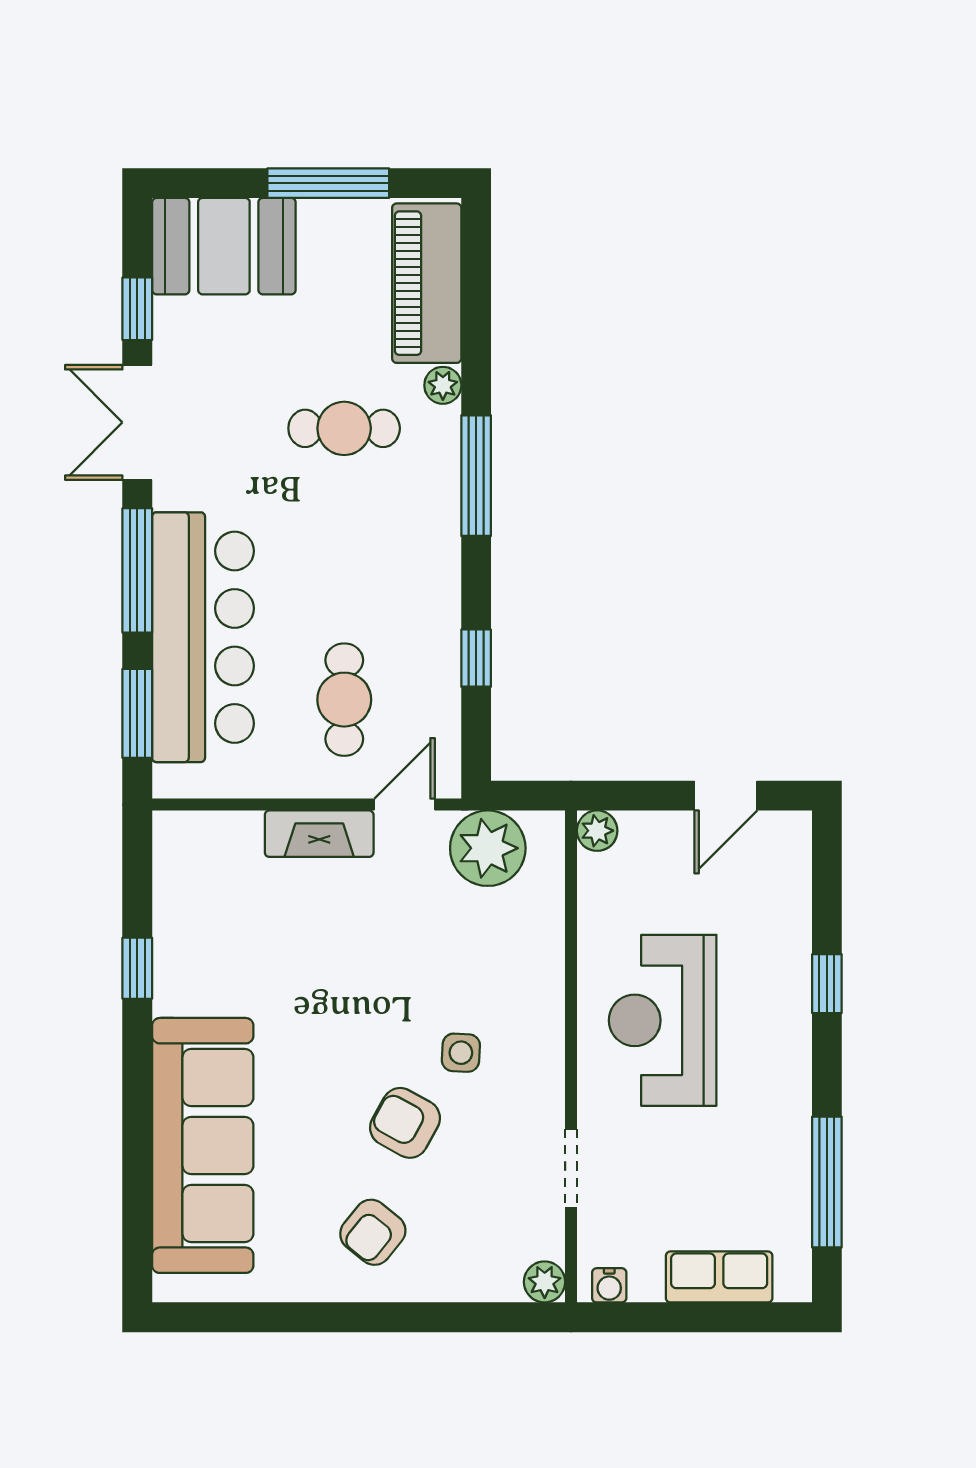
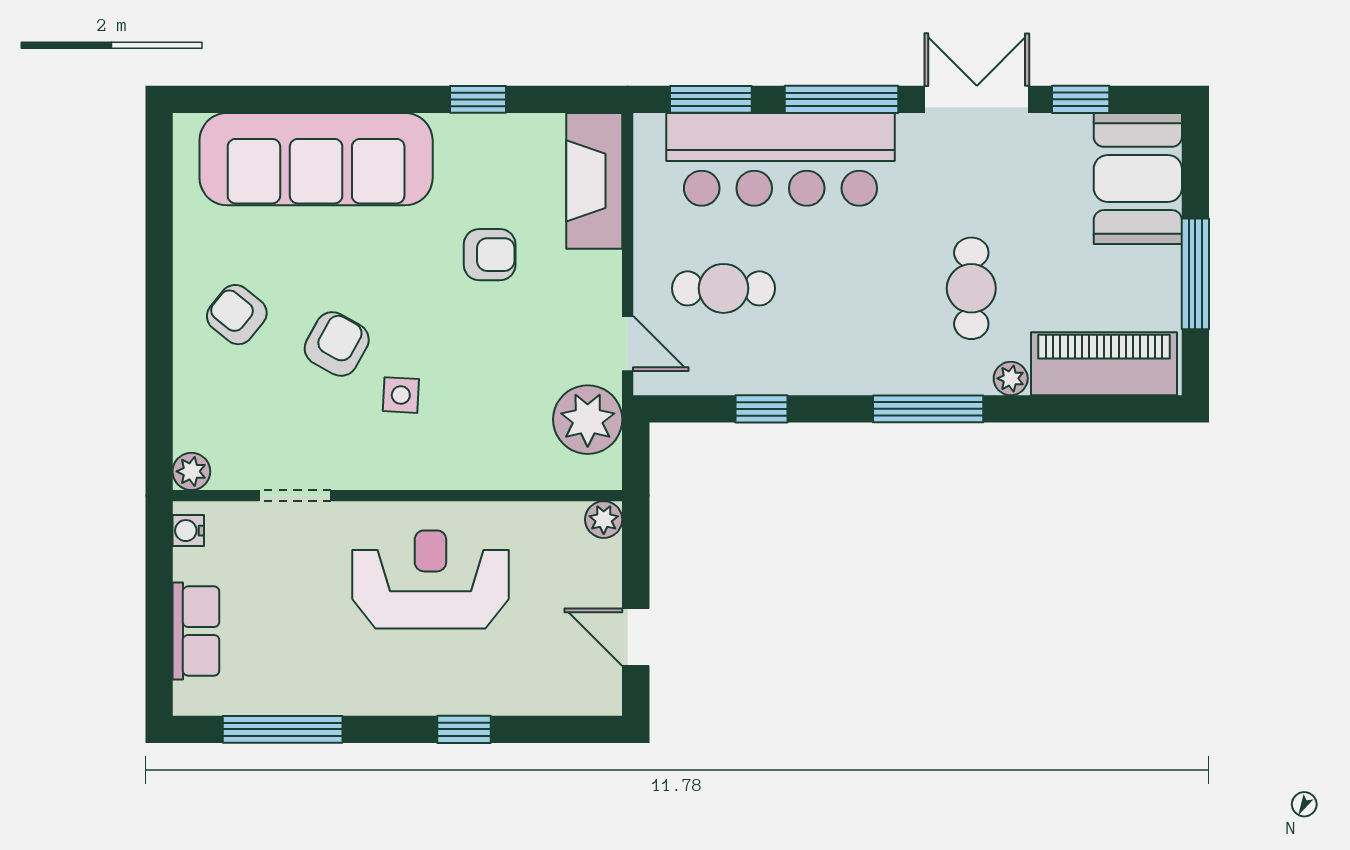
fireplace: (319, 834) -> (594, 181), moved, width x1.37, depth x1.32
armchair: (307, 956) -> (490, 255), added

